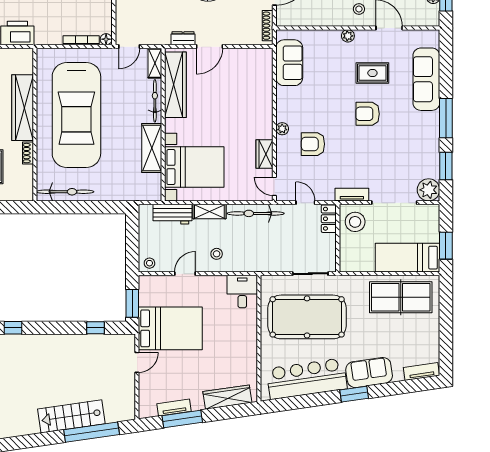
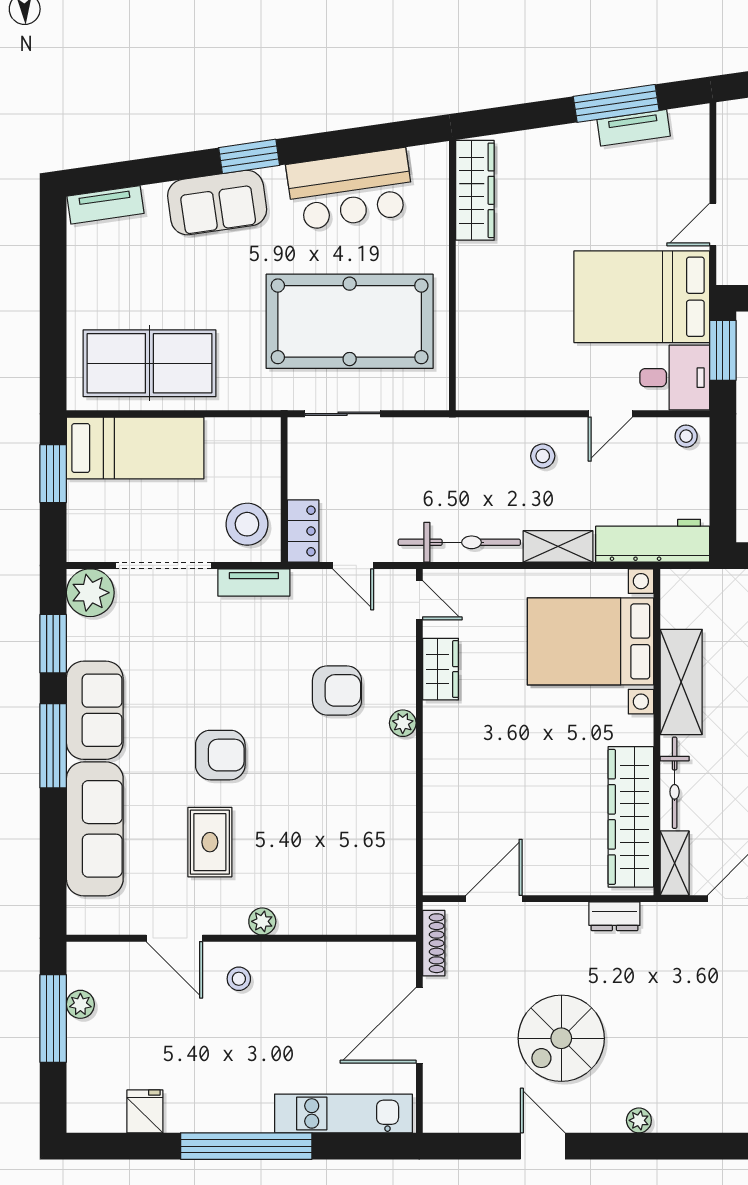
door: (209, 47) -> (494, 899), moved
sofa: (289, 63) -> (95, 710), moved, turned 180
rug: (372, 73) -> (210, 842), turned 90
workbench: (172, 214) -> (653, 541), width x1.38
desk: (242, 292) -> (675, 378), moved, turned -90
bar counter: (307, 379) -> (350, 189), width x0.73
wardrobe: (227, 397) -> (475, 190), moved, turned -82

